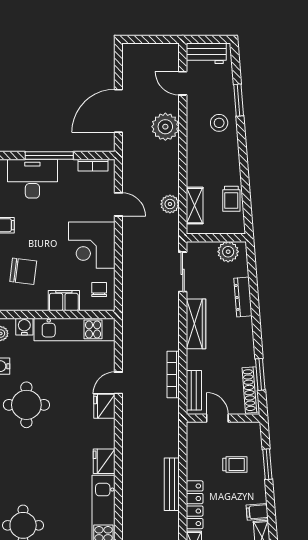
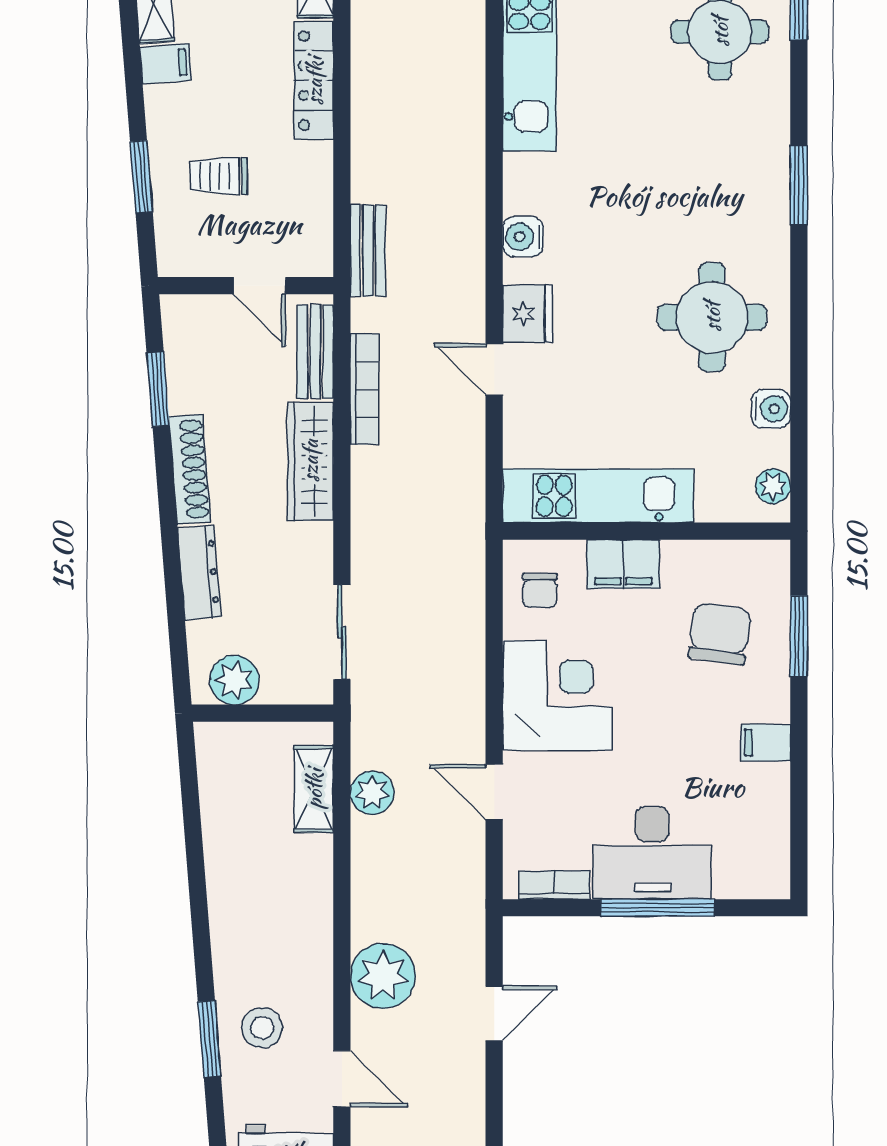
door: (118, 111) -> (494, 1013), width x0.53
stool: (219, 123) -> (262, 1028), moved
desk: (32, 179) -> (652, 853), moved
trolley: (231, 199) -> (227, 805), removed
chair: (23, 271) -> (720, 634), turned 91
wardrobe: (196, 324) -> (310, 461), moved
water cooler: (24, 327) -> (523, 237), moved, turned 90
door: (118, 383) -> (494, 369), swing flipped
shoe rack: (251, 390) -> (190, 469), moved
fridge: (104, 461) -> (528, 184), removed
bench: (172, 484) -> (368, 251), moved, width x0.73

